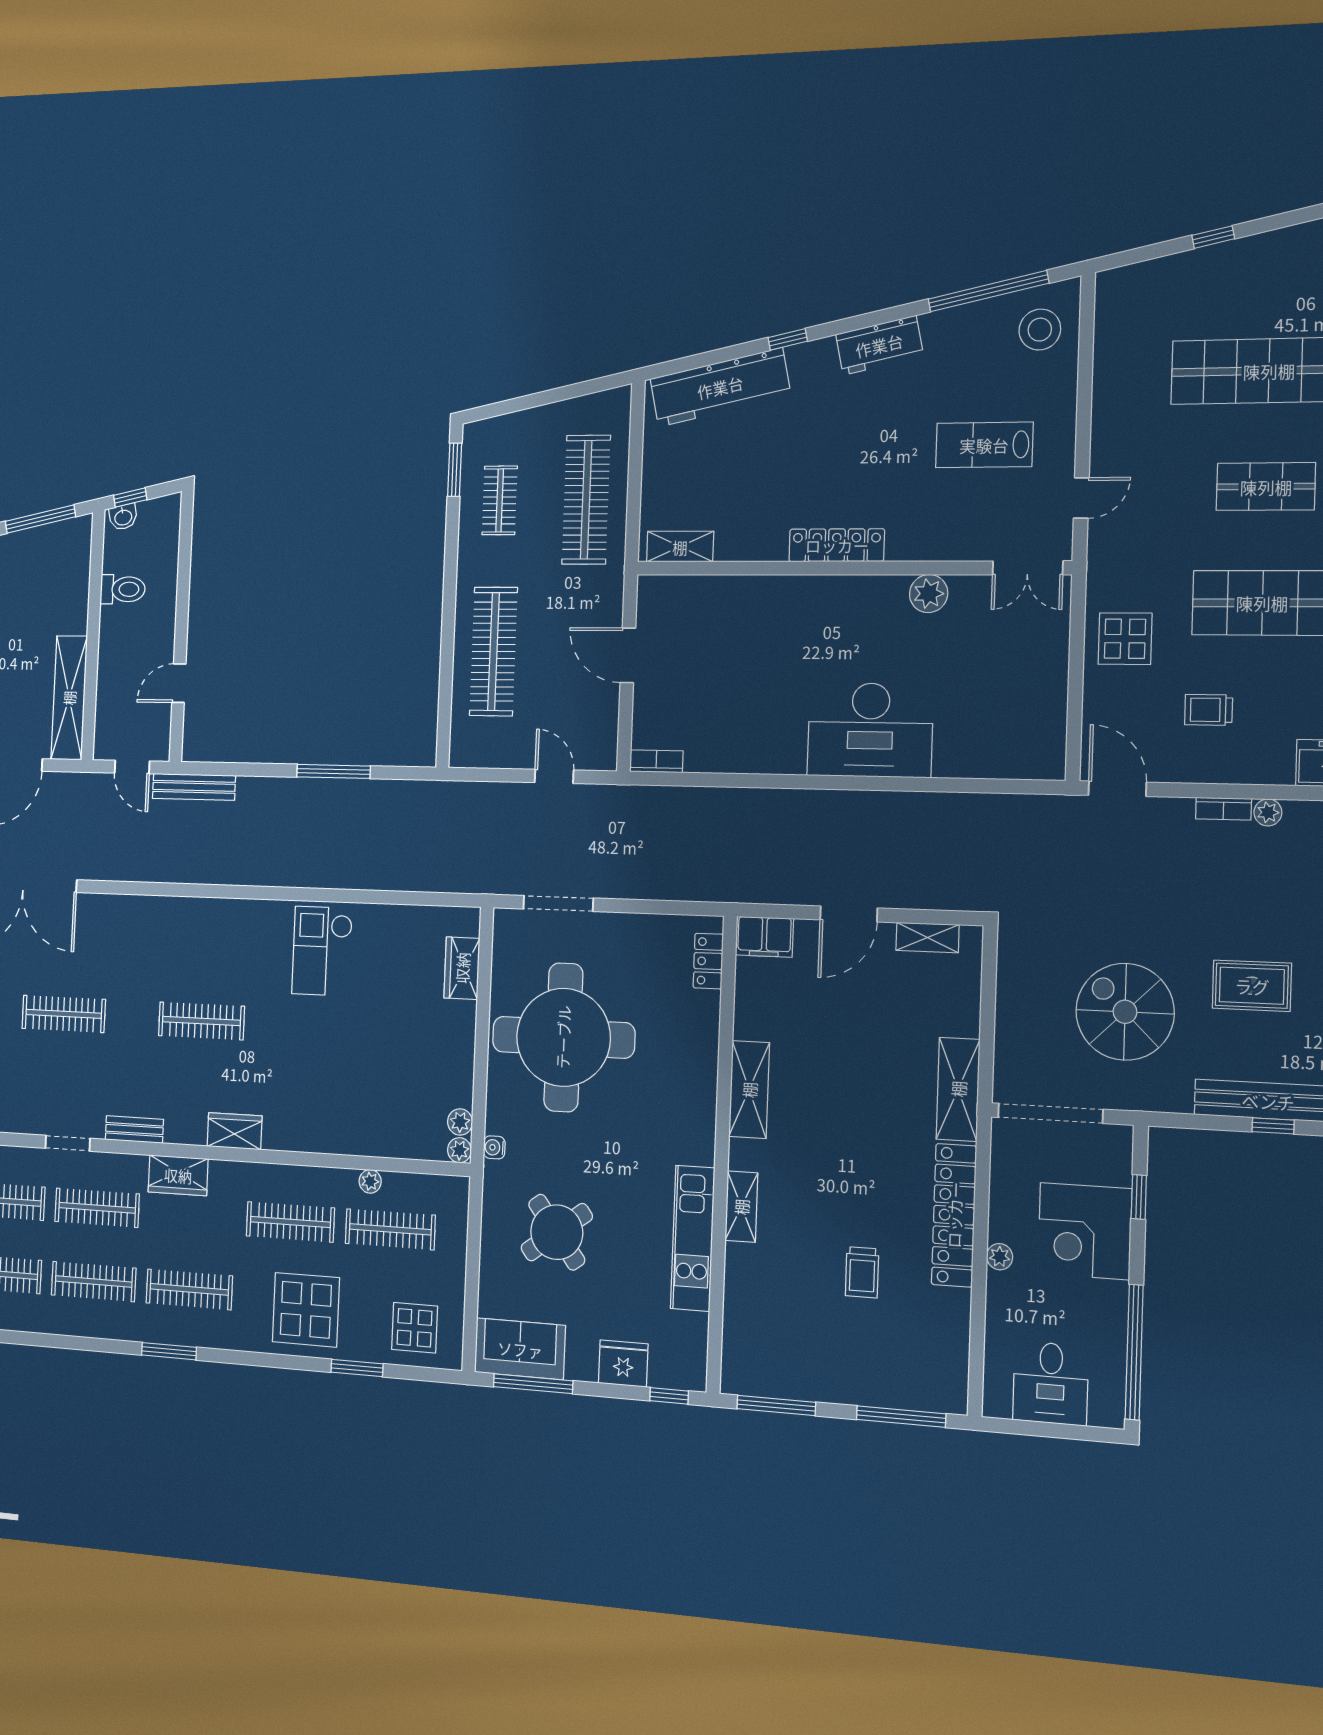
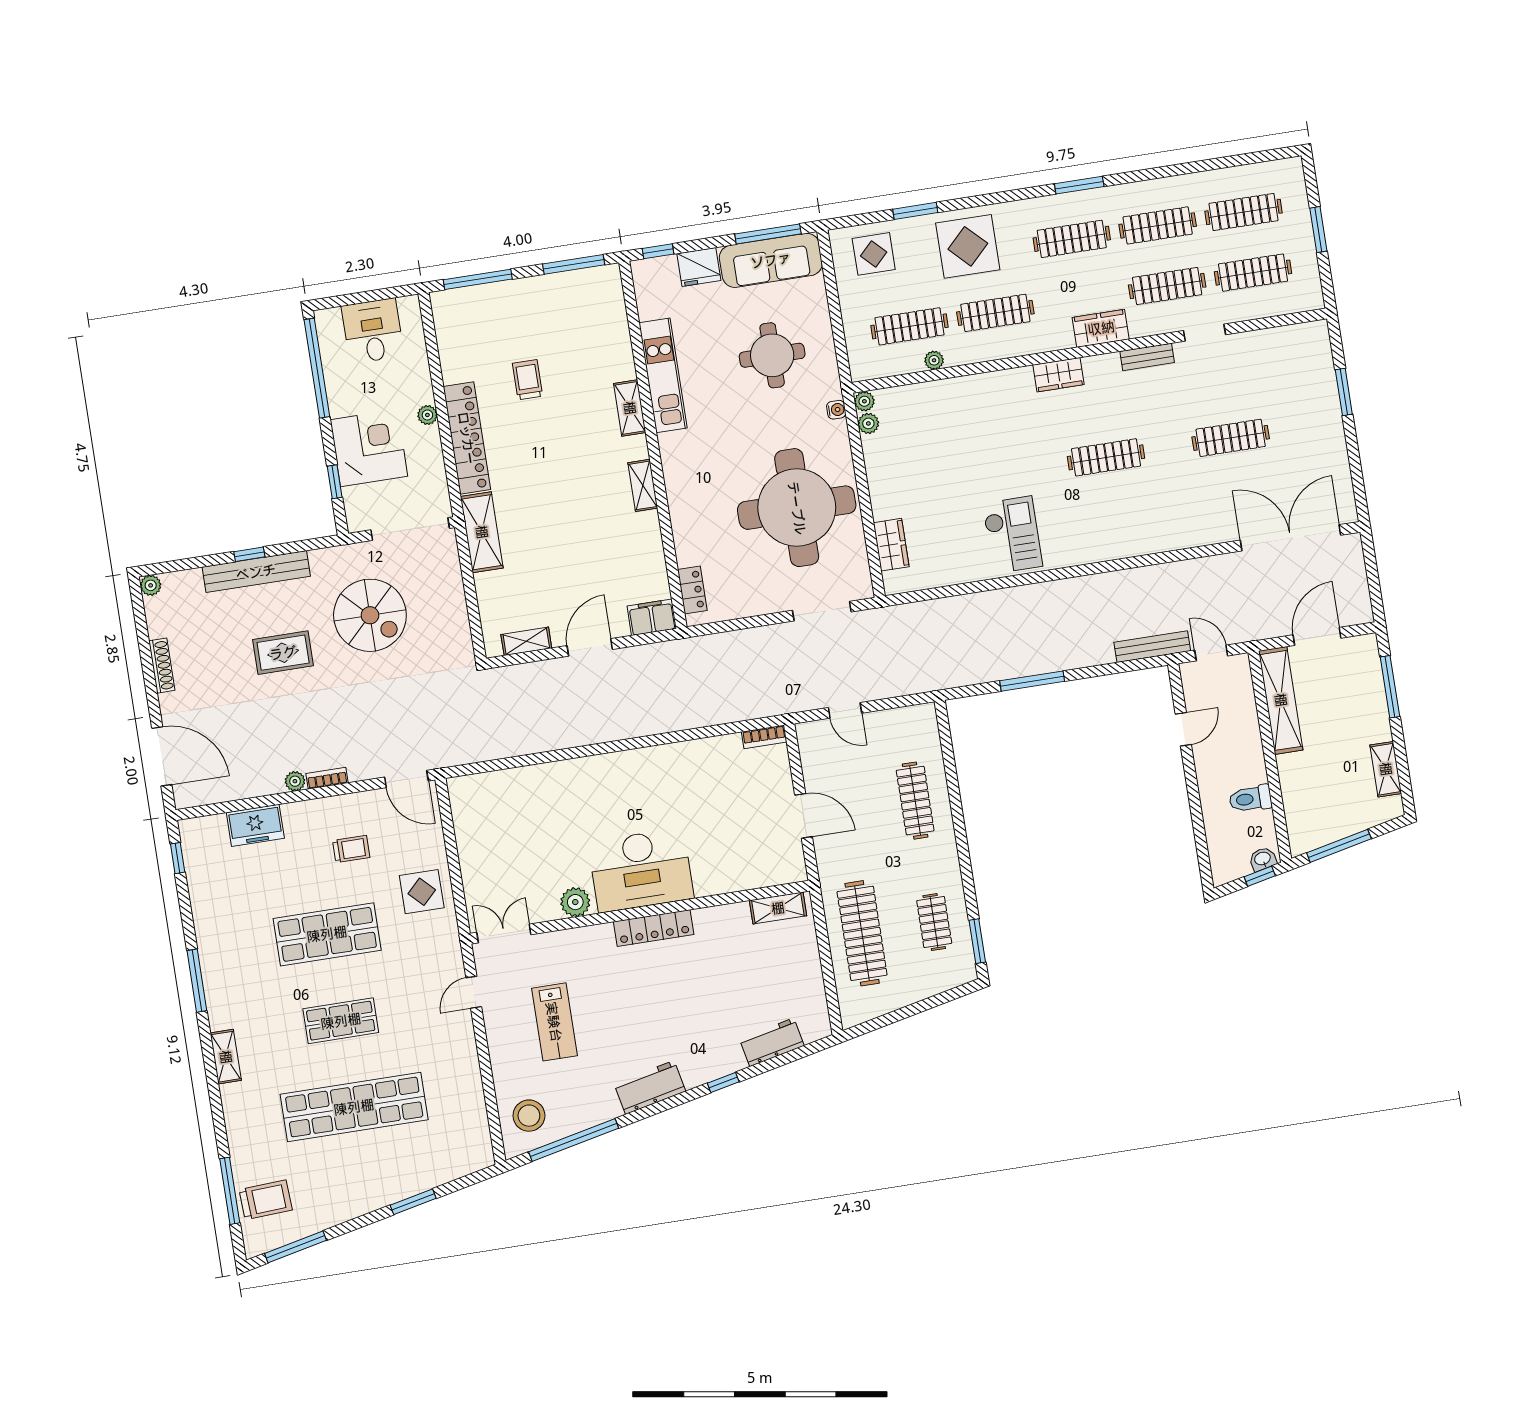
window: (1213, 237) -> (413, 1202), width x1.50
workbench: (720, 387) -> (772, 1042), width x0.53, depth x0.76
lab bench: (984, 445) -> (554, 1022), turned 90
clothes rail: (494, 651) -> (915, 801), width x0.73, depth x0.76
desk: (870, 730) -> (641, 870), moved, turned 180
shelving: (749, 1090) -> (643, 485), width x0.67, depth x0.75
round table: (557, 1232) -> (772, 355), turned 37
sofa: (520, 1349) -> (771, 260), width x1.36

